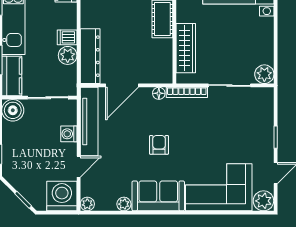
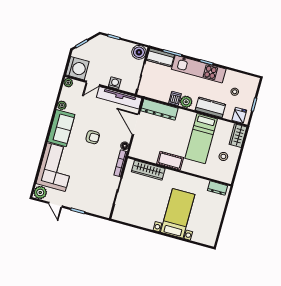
plant: (68, 55) -> (186, 102), moved
plant: (264, 74) -> (119, 215), removed
door: (79, 167) -> (93, 84), hinge flipped

